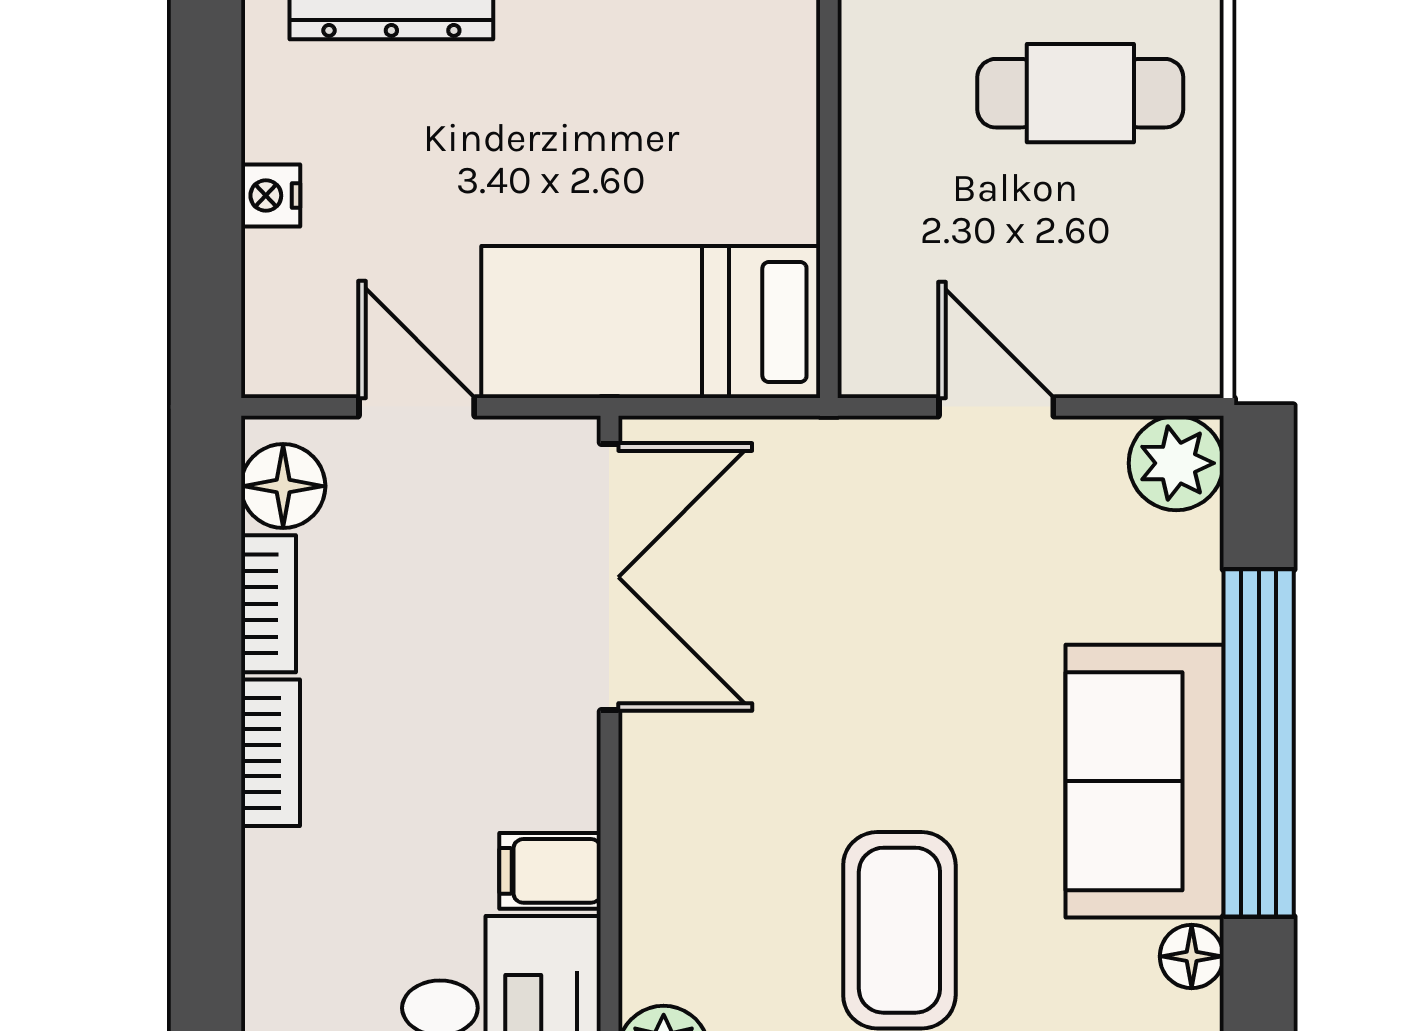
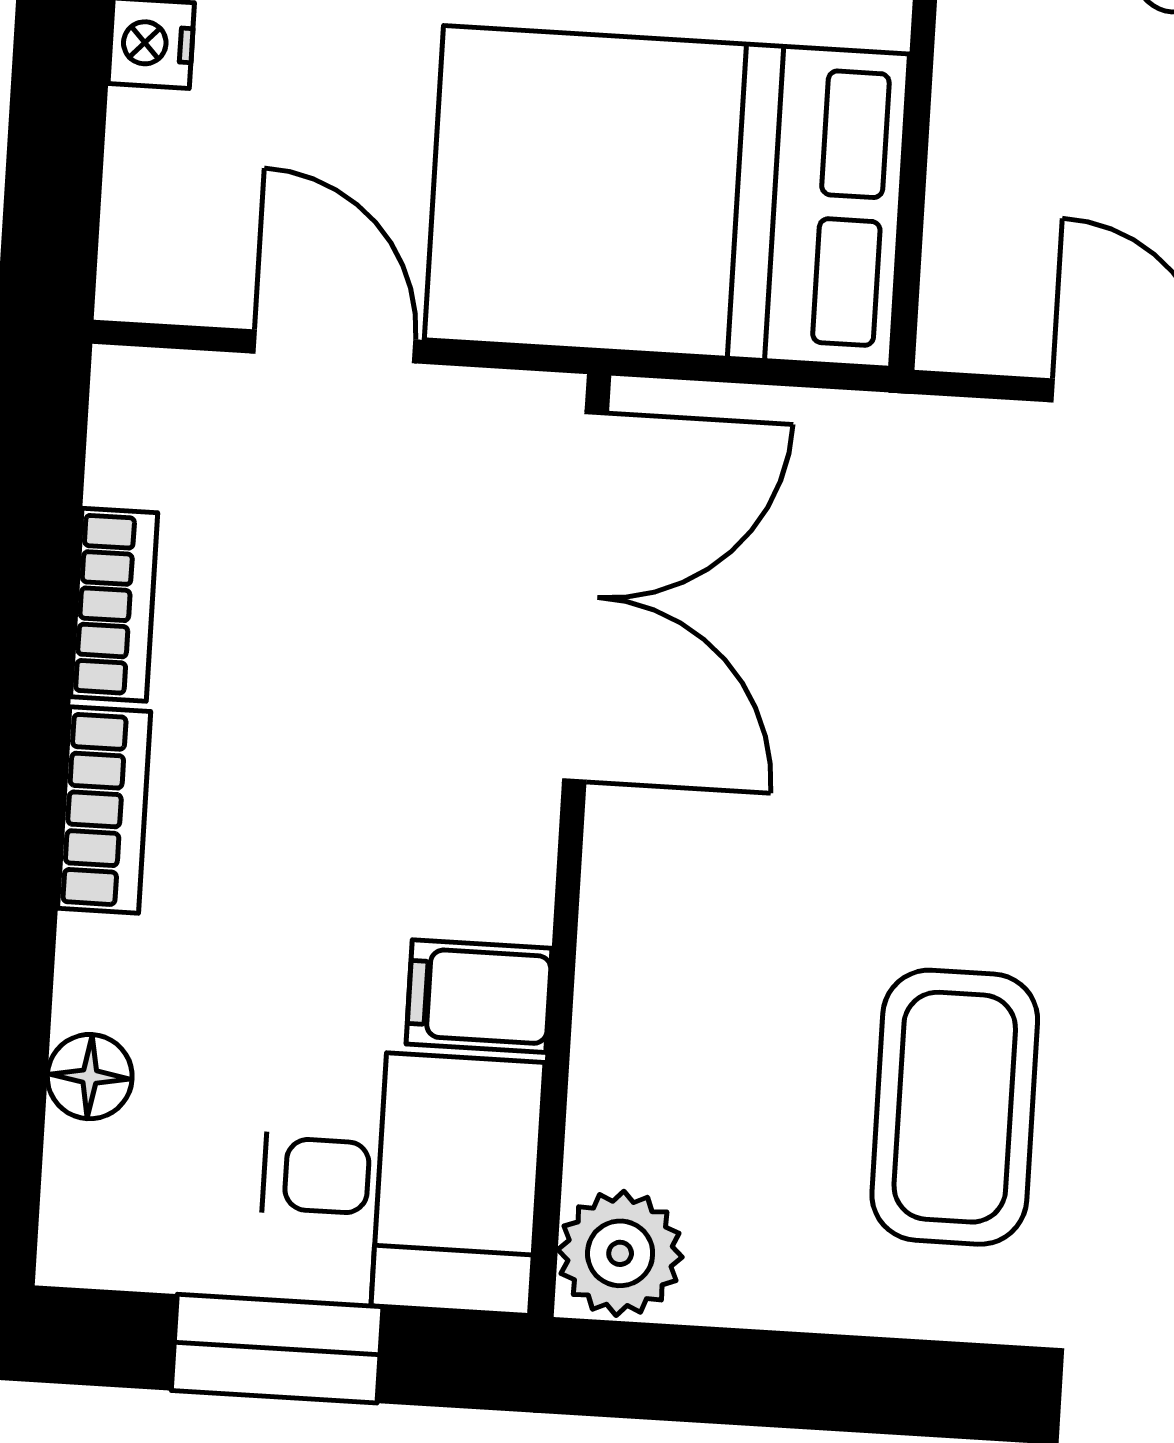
bed: (651, 322) -> (667, 197), width x1.50
floor lamp: (283, 486) -> (90, 1077), moved, width x0.73, depth x0.73

